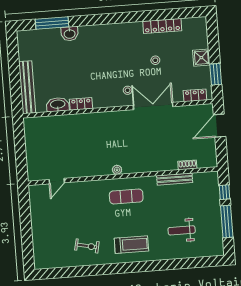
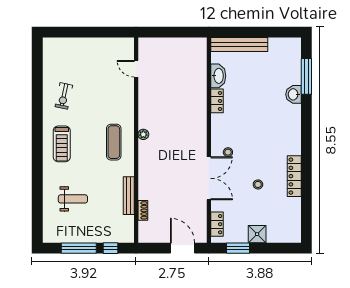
locker: (162, 26) -> (294, 176), moved
weight bench: (182, 230) -> (73, 199), turned 90

